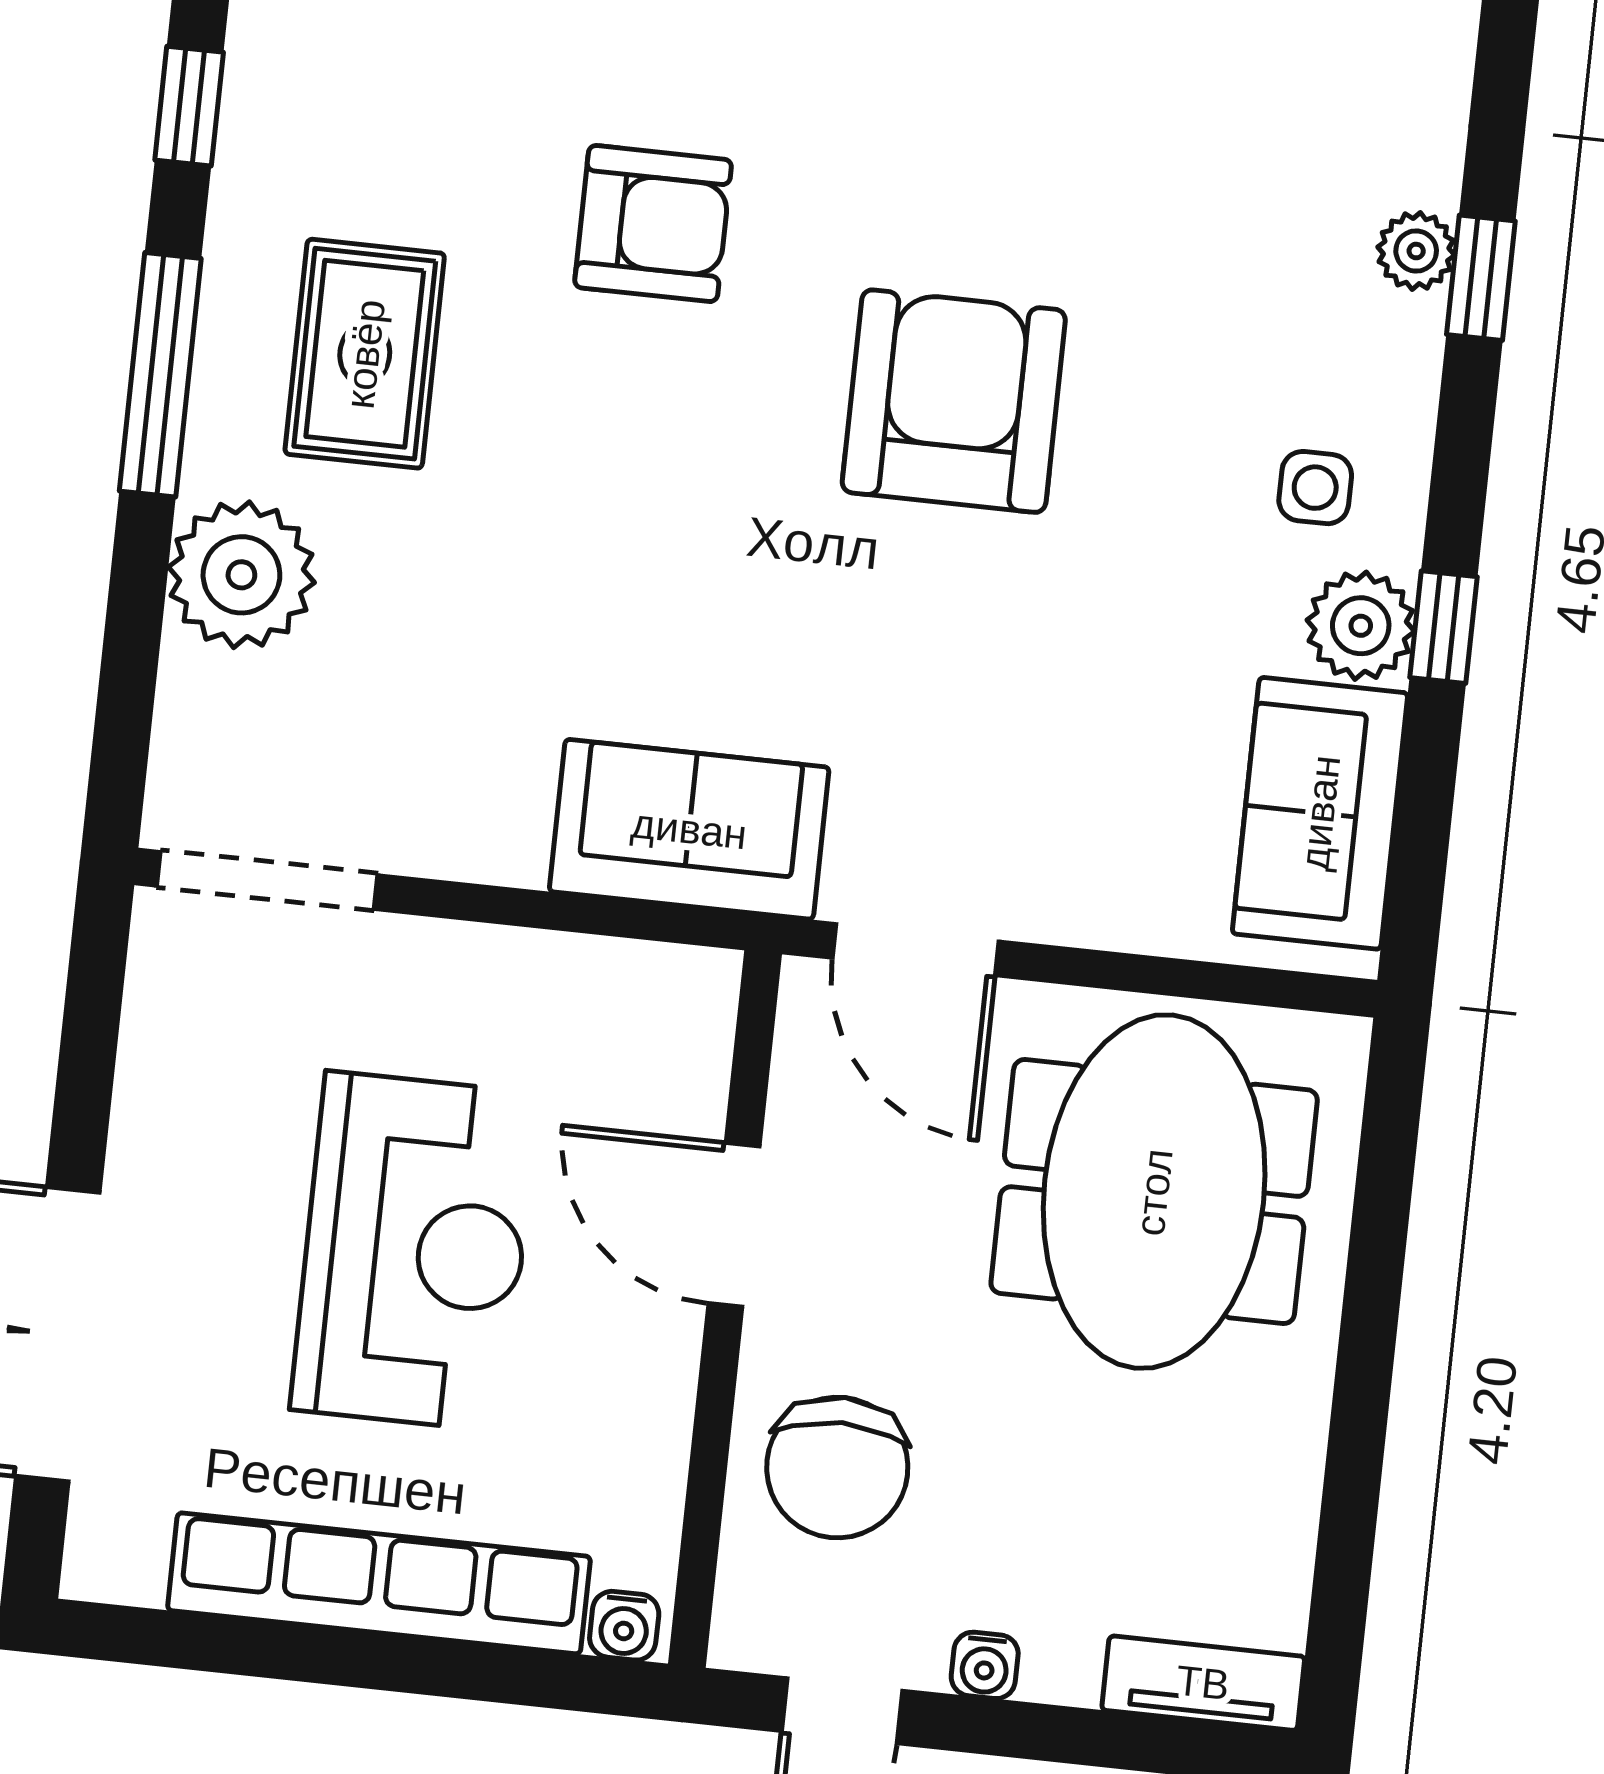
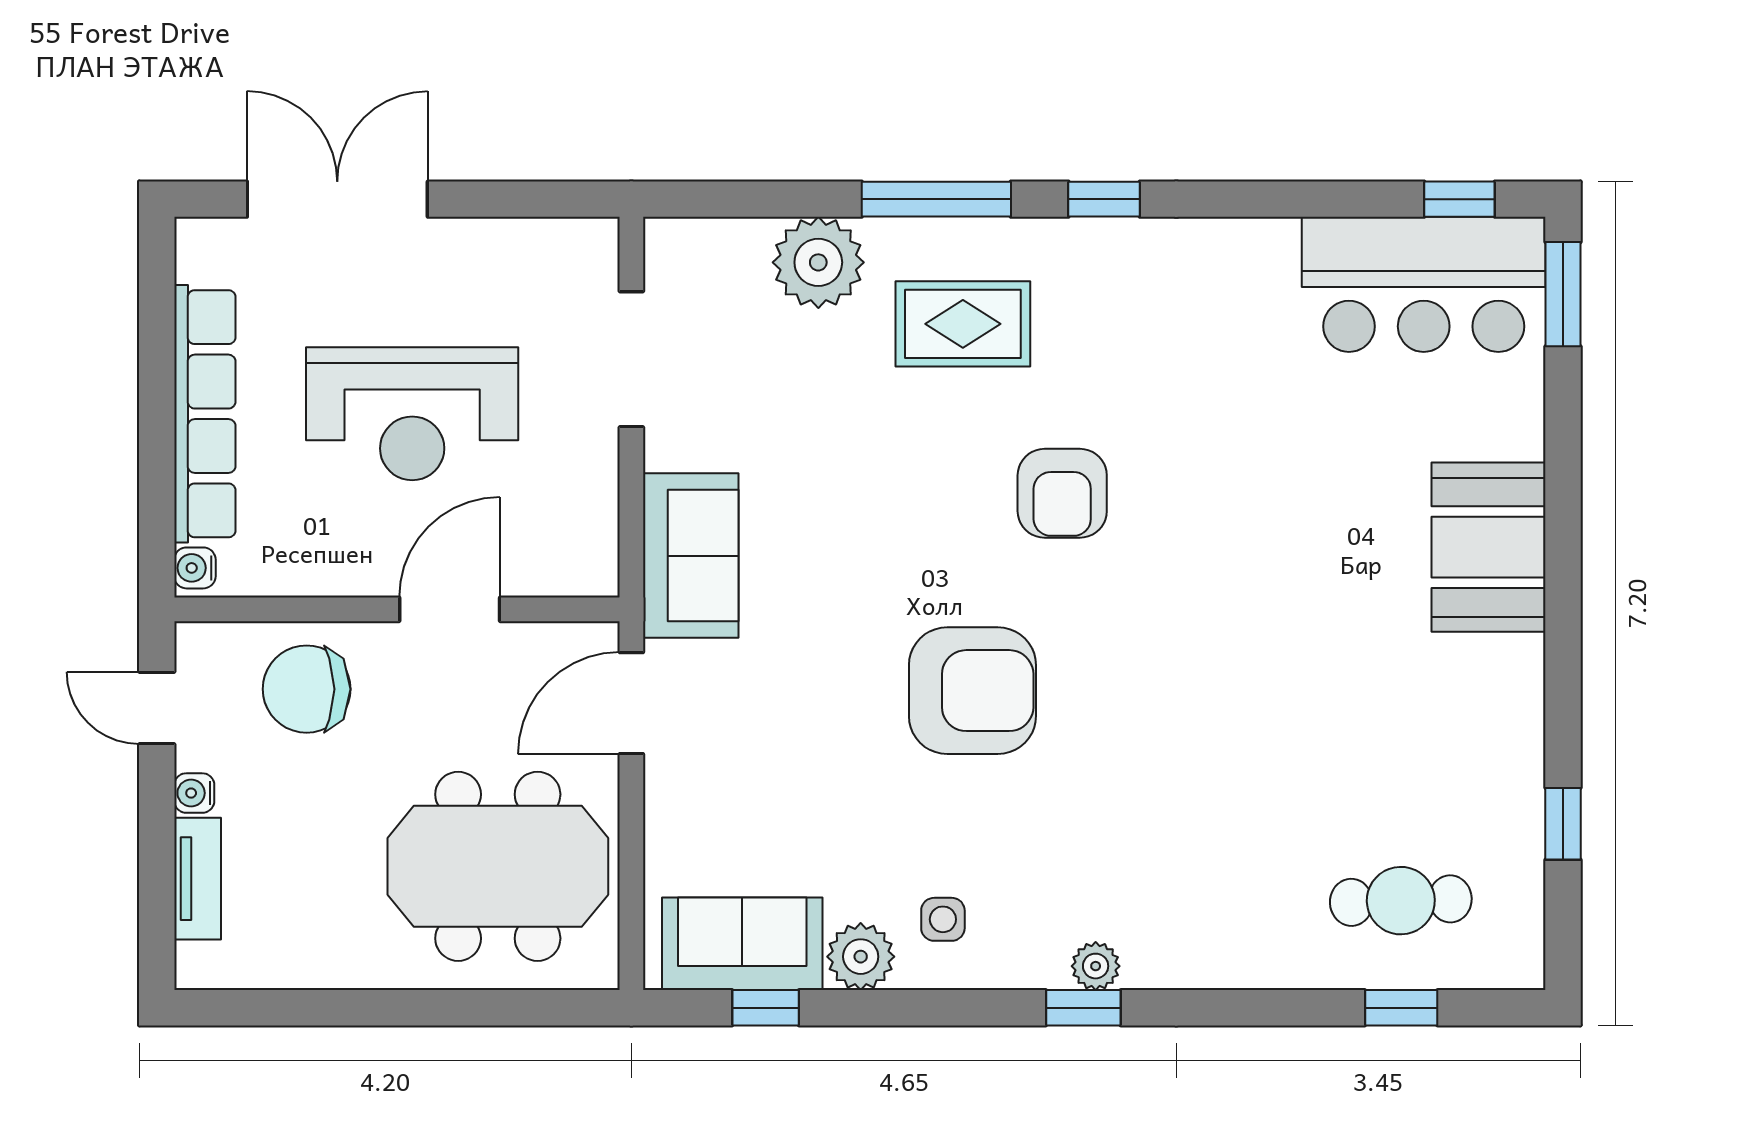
window: (1444, 627) -> (766, 1008), moved
doorway: (267, 880) -> (631, 359), moved
tv unit: (1203, 1683) -> (198, 879), moved

